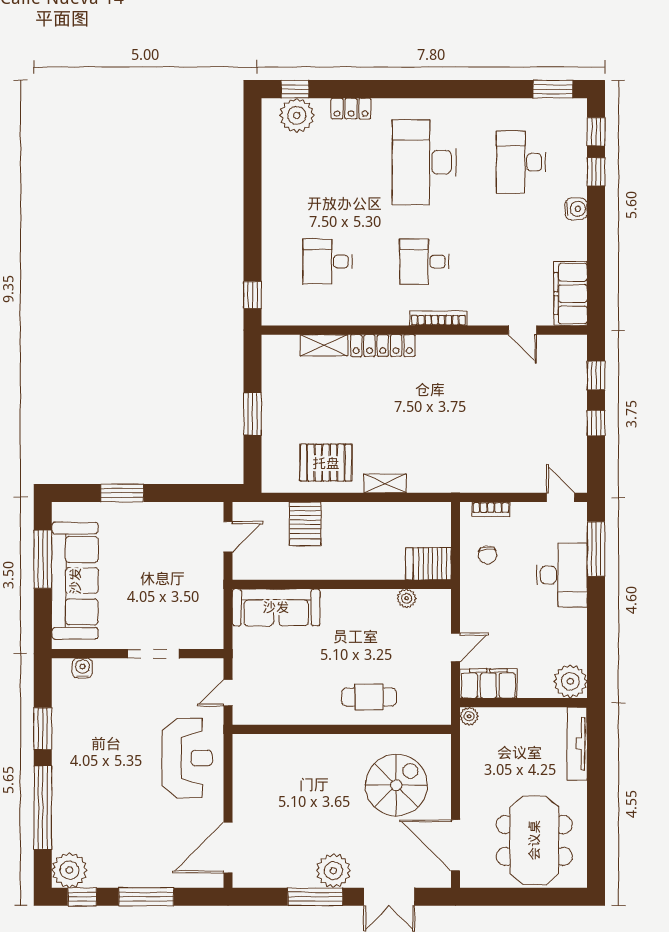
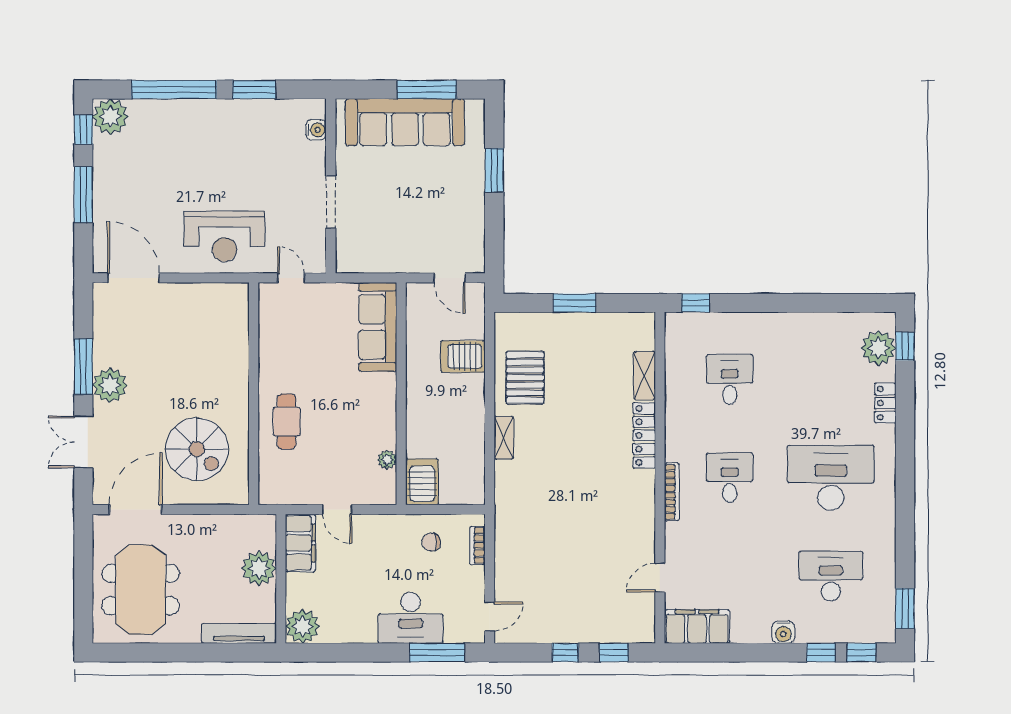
plant: (469, 716) -> (259, 568), moved, width x1.87, depth x1.87
meeting table: (534, 840) -> (141, 590), turned 90

